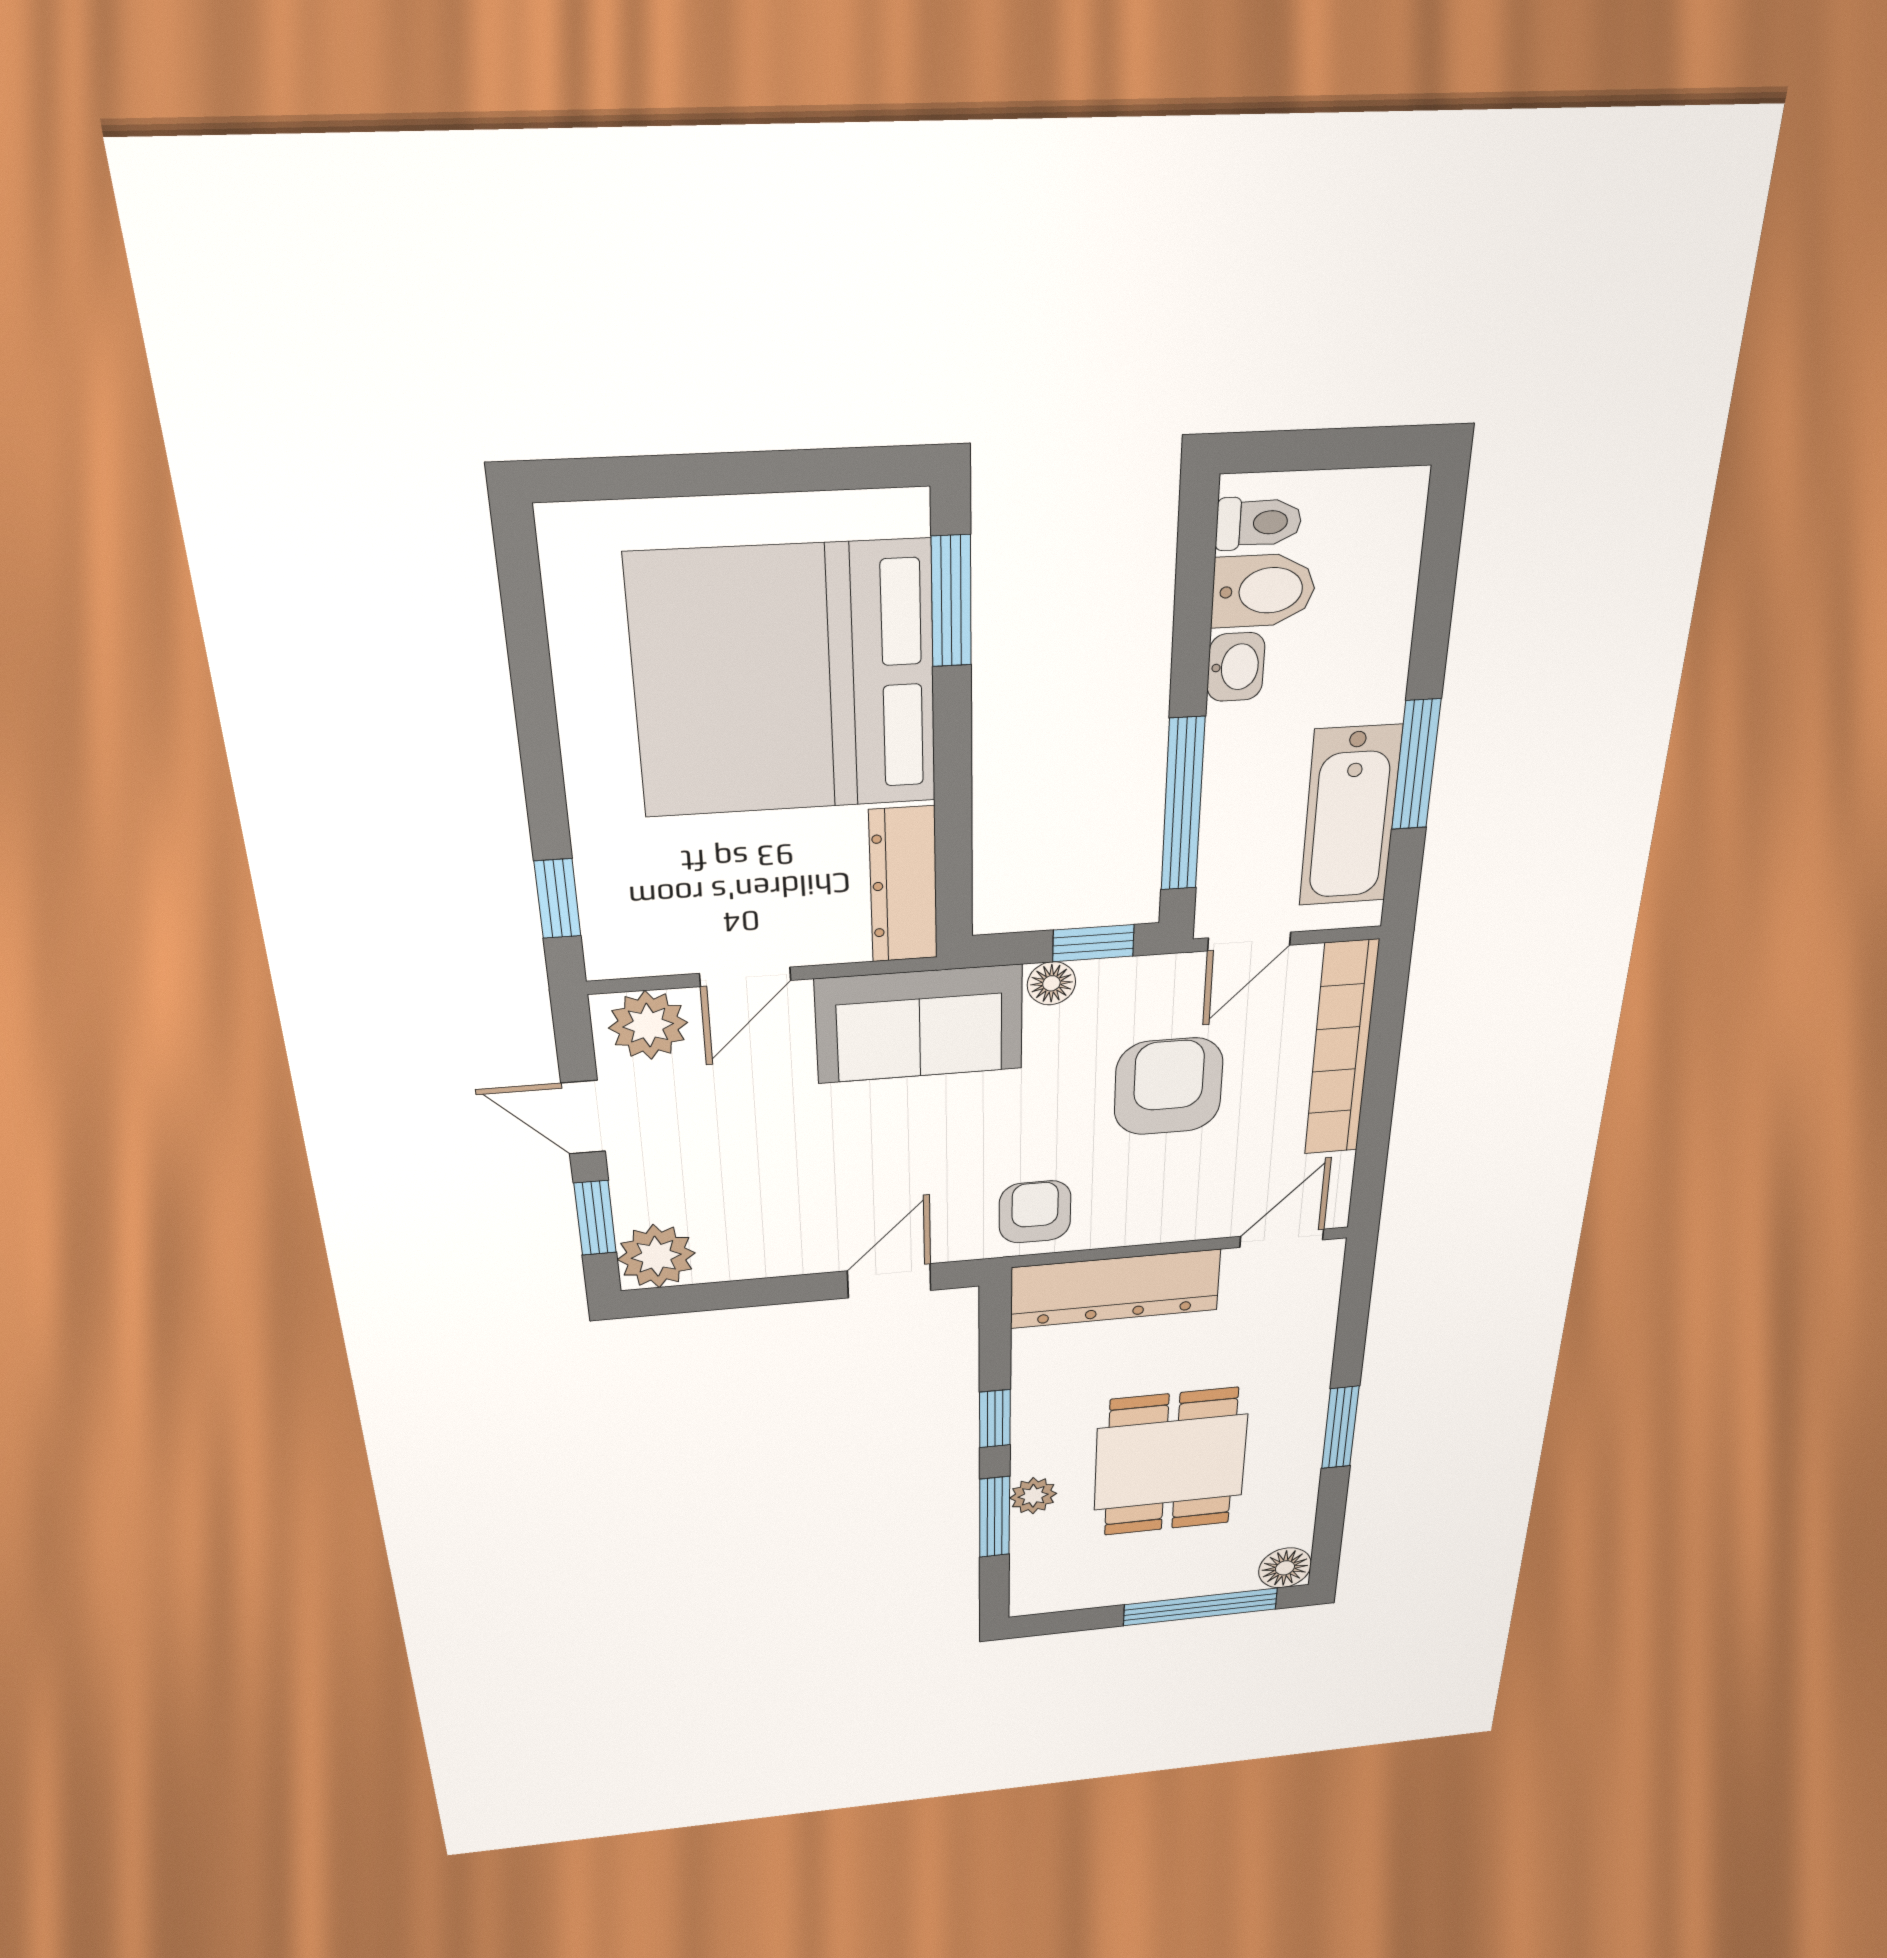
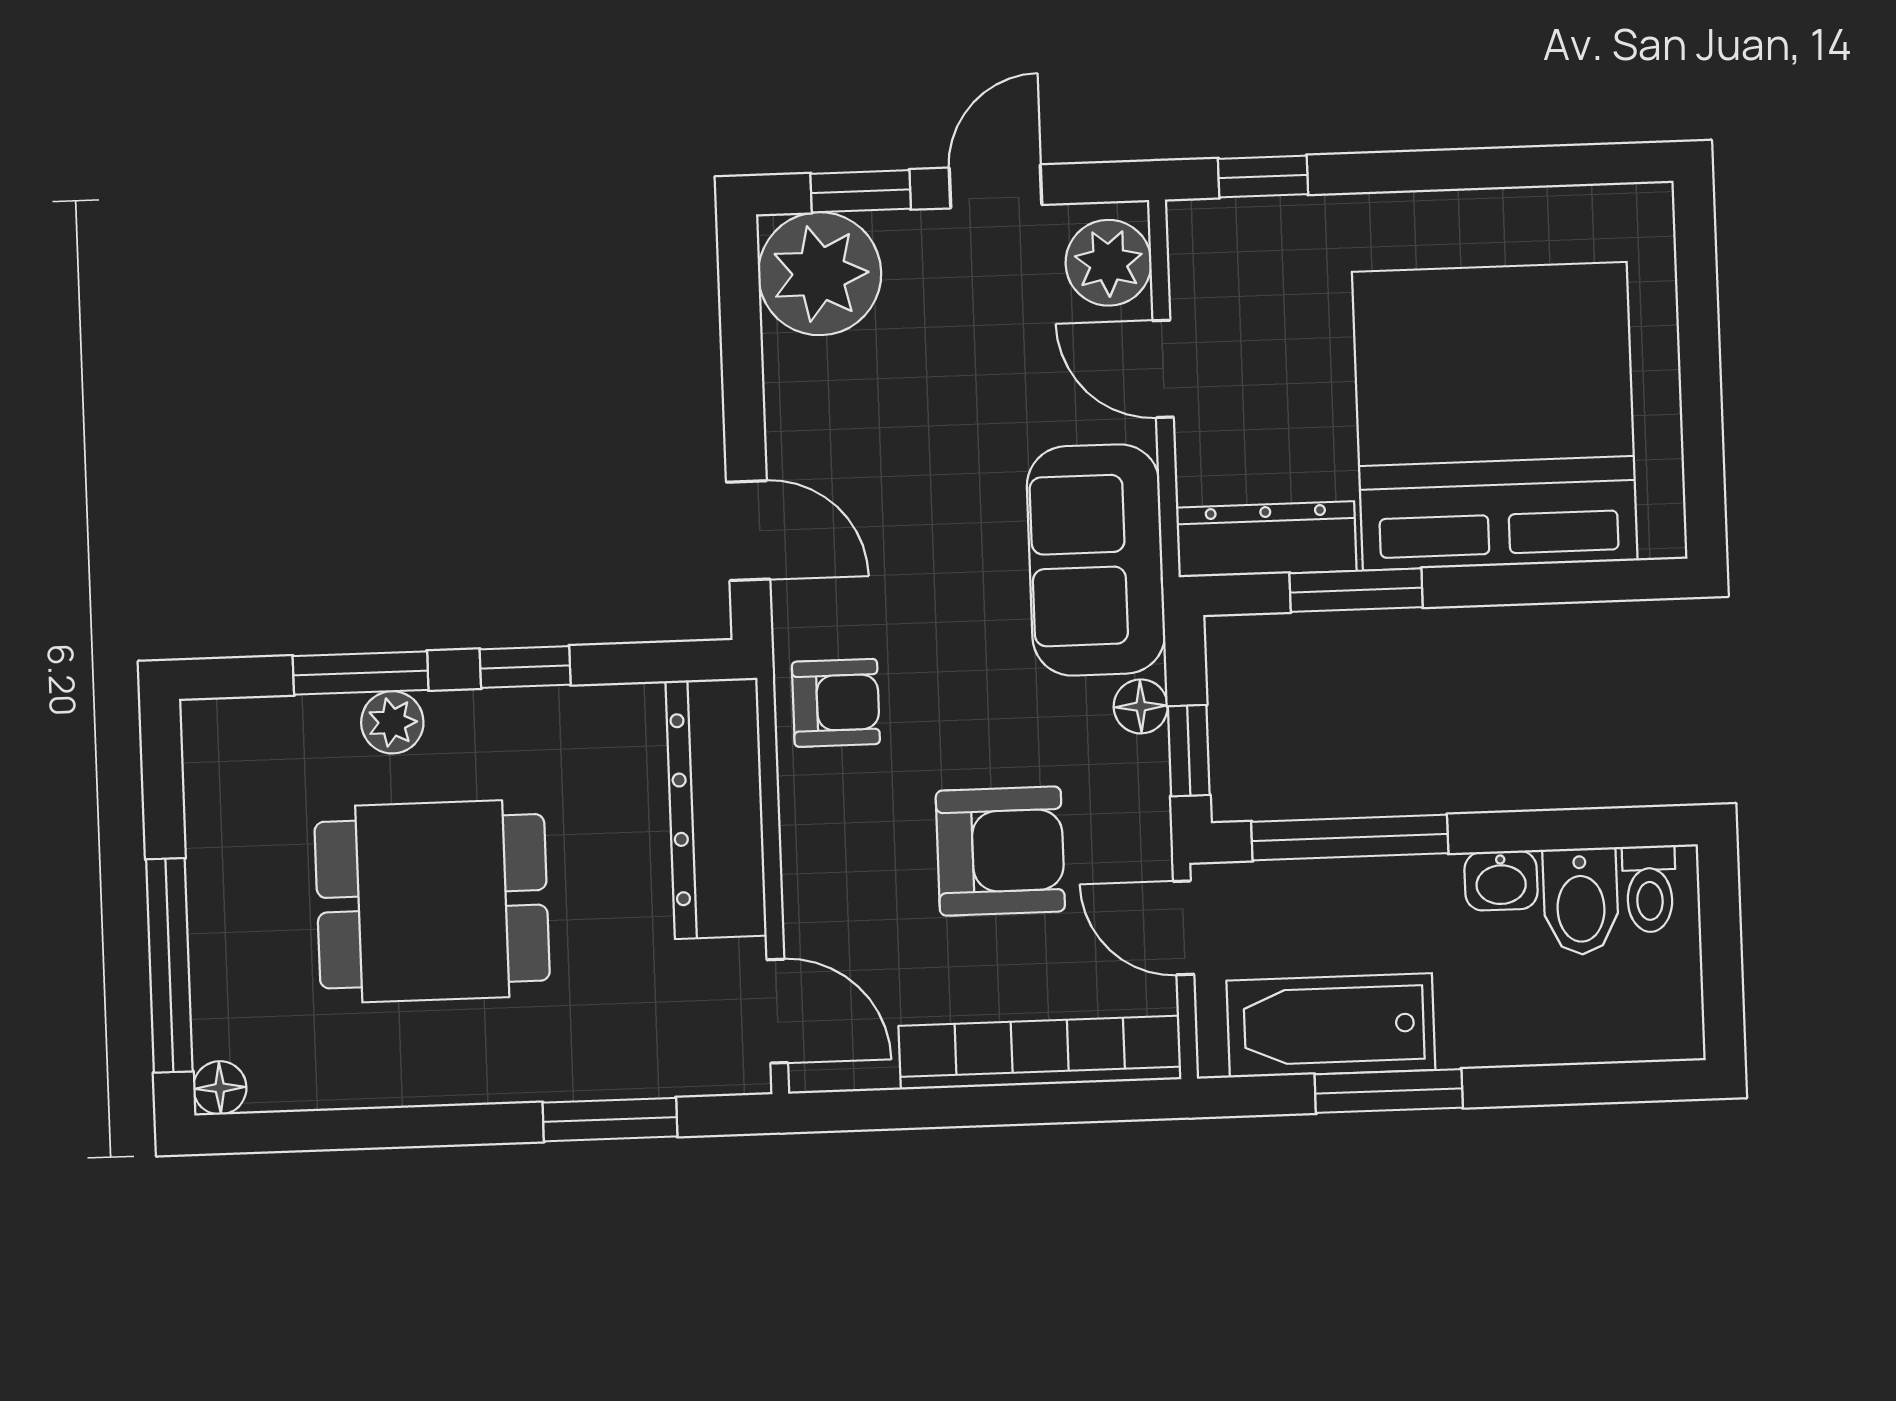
window: (951, 601) -> (1356, 590), moved
plant: (656, 1256) -> (820, 274), width x1.36, depth x1.36
window: (1340, 1428) -> (610, 1120), moved
floor lamp: (1285, 1568) -> (220, 1088), width x0.73, depth x0.73

